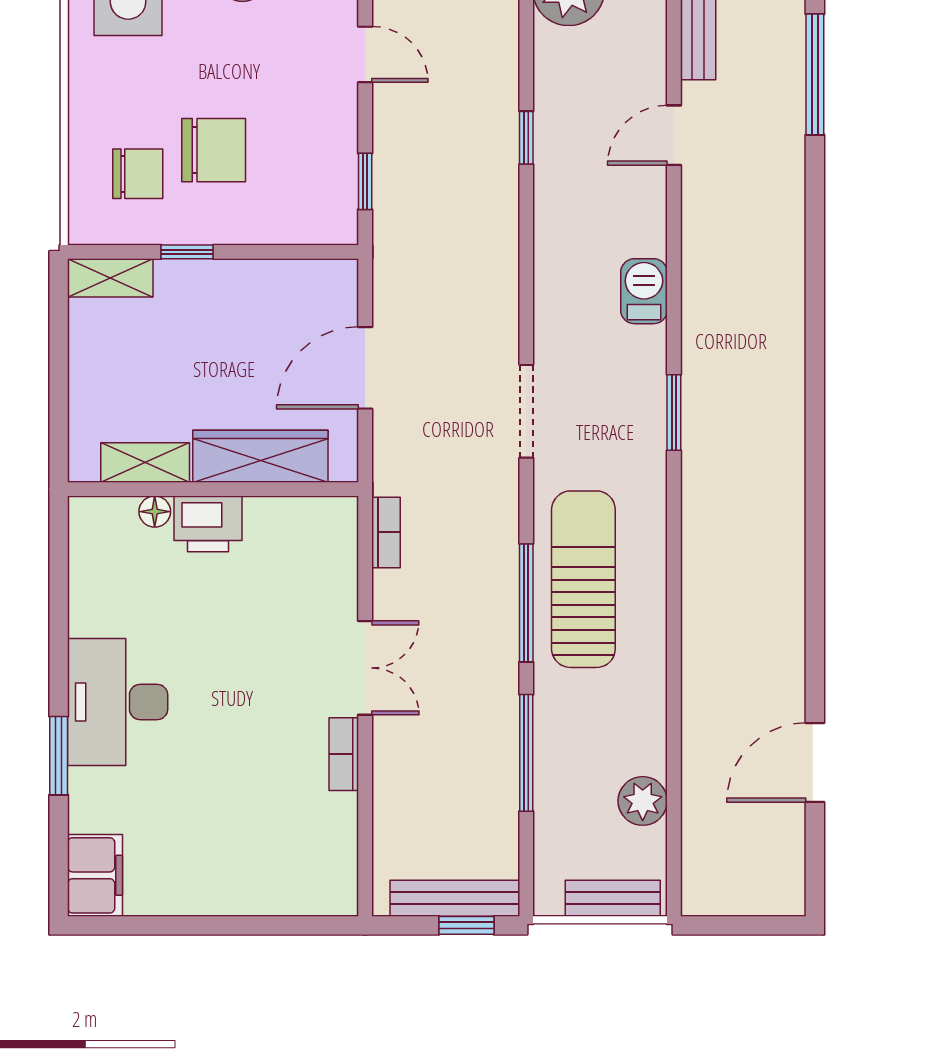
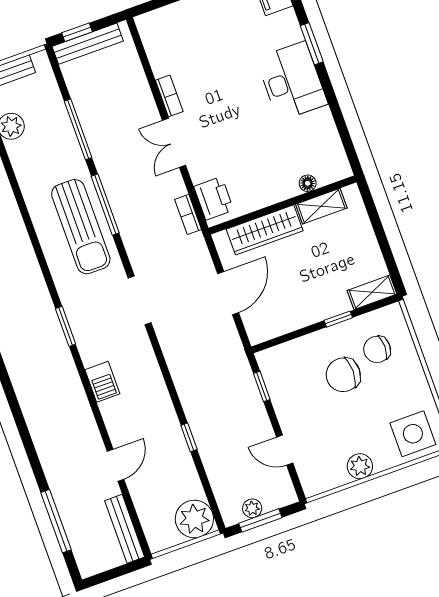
printer: (208, 524) -> (214, 198), moved, turned 90

